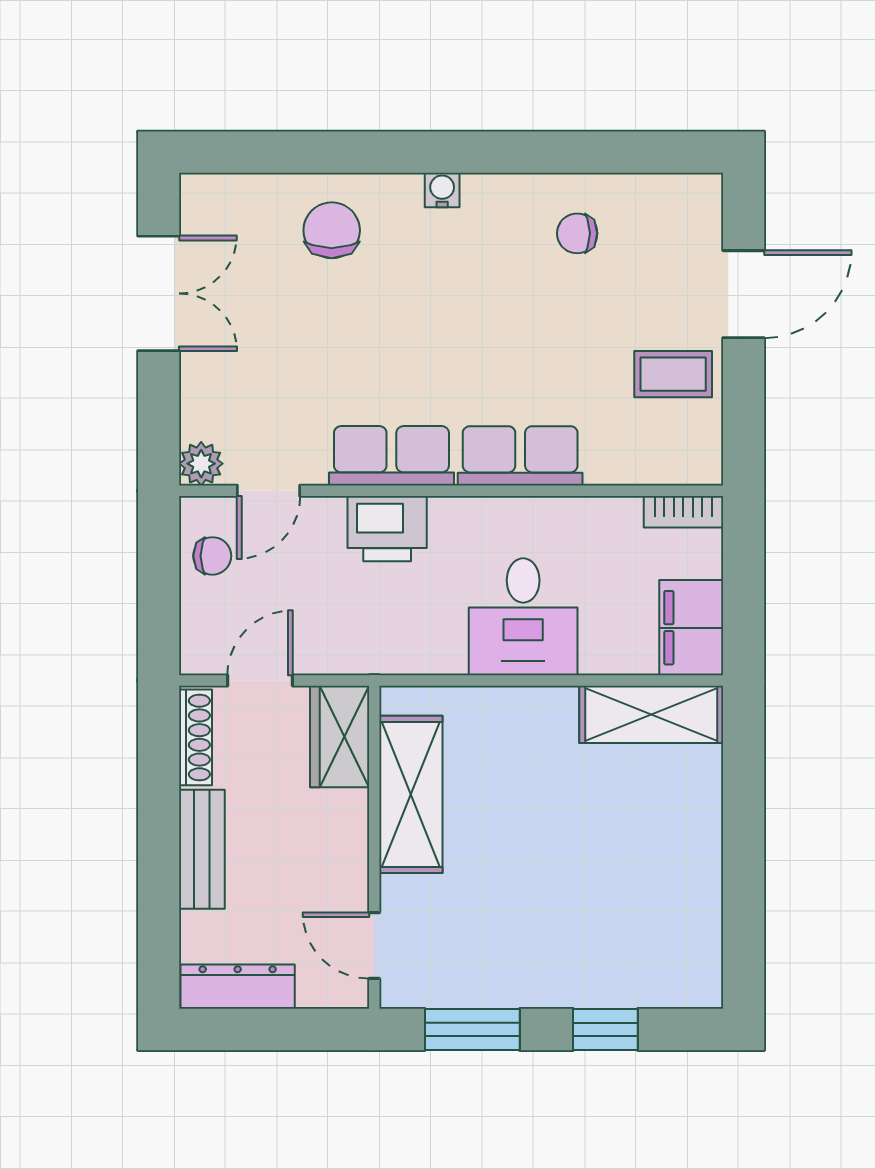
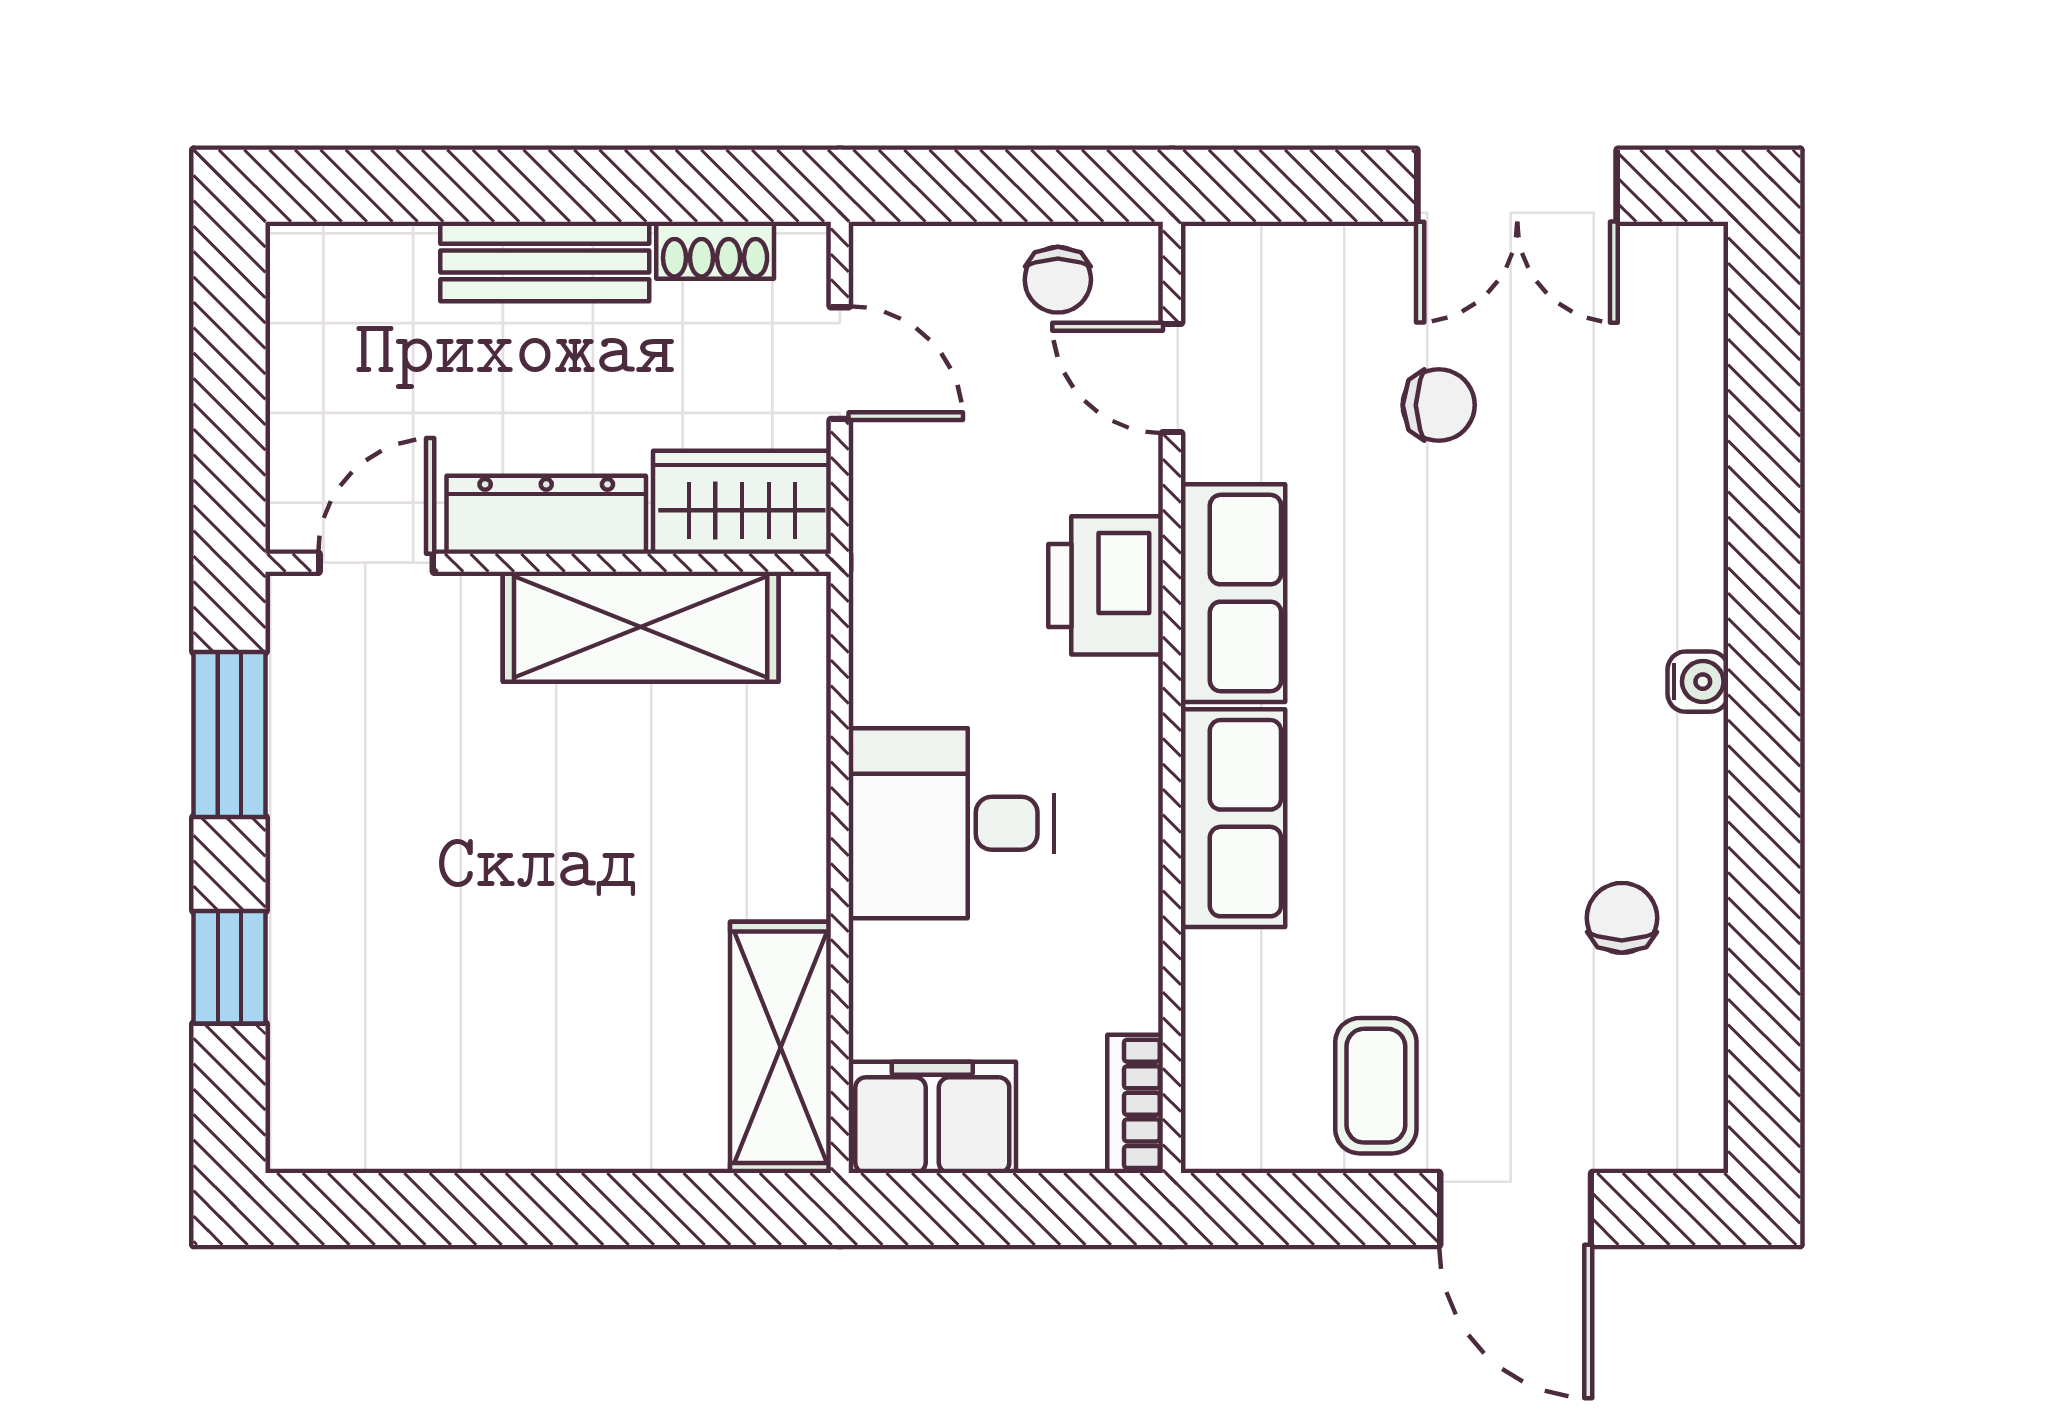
chair: (332, 230) -> (1439, 405), moved, width x0.73, depth x0.73
plant: (201, 464) -> (1219, 260), removed
shoe rack: (195, 737) -> (715, 250), width x0.70
dresser: (238, 987) -> (546, 515), moved, turned -90

